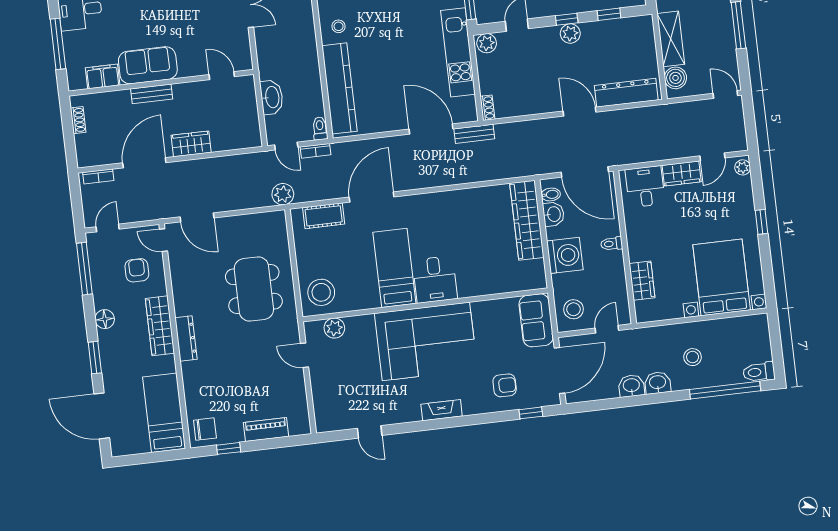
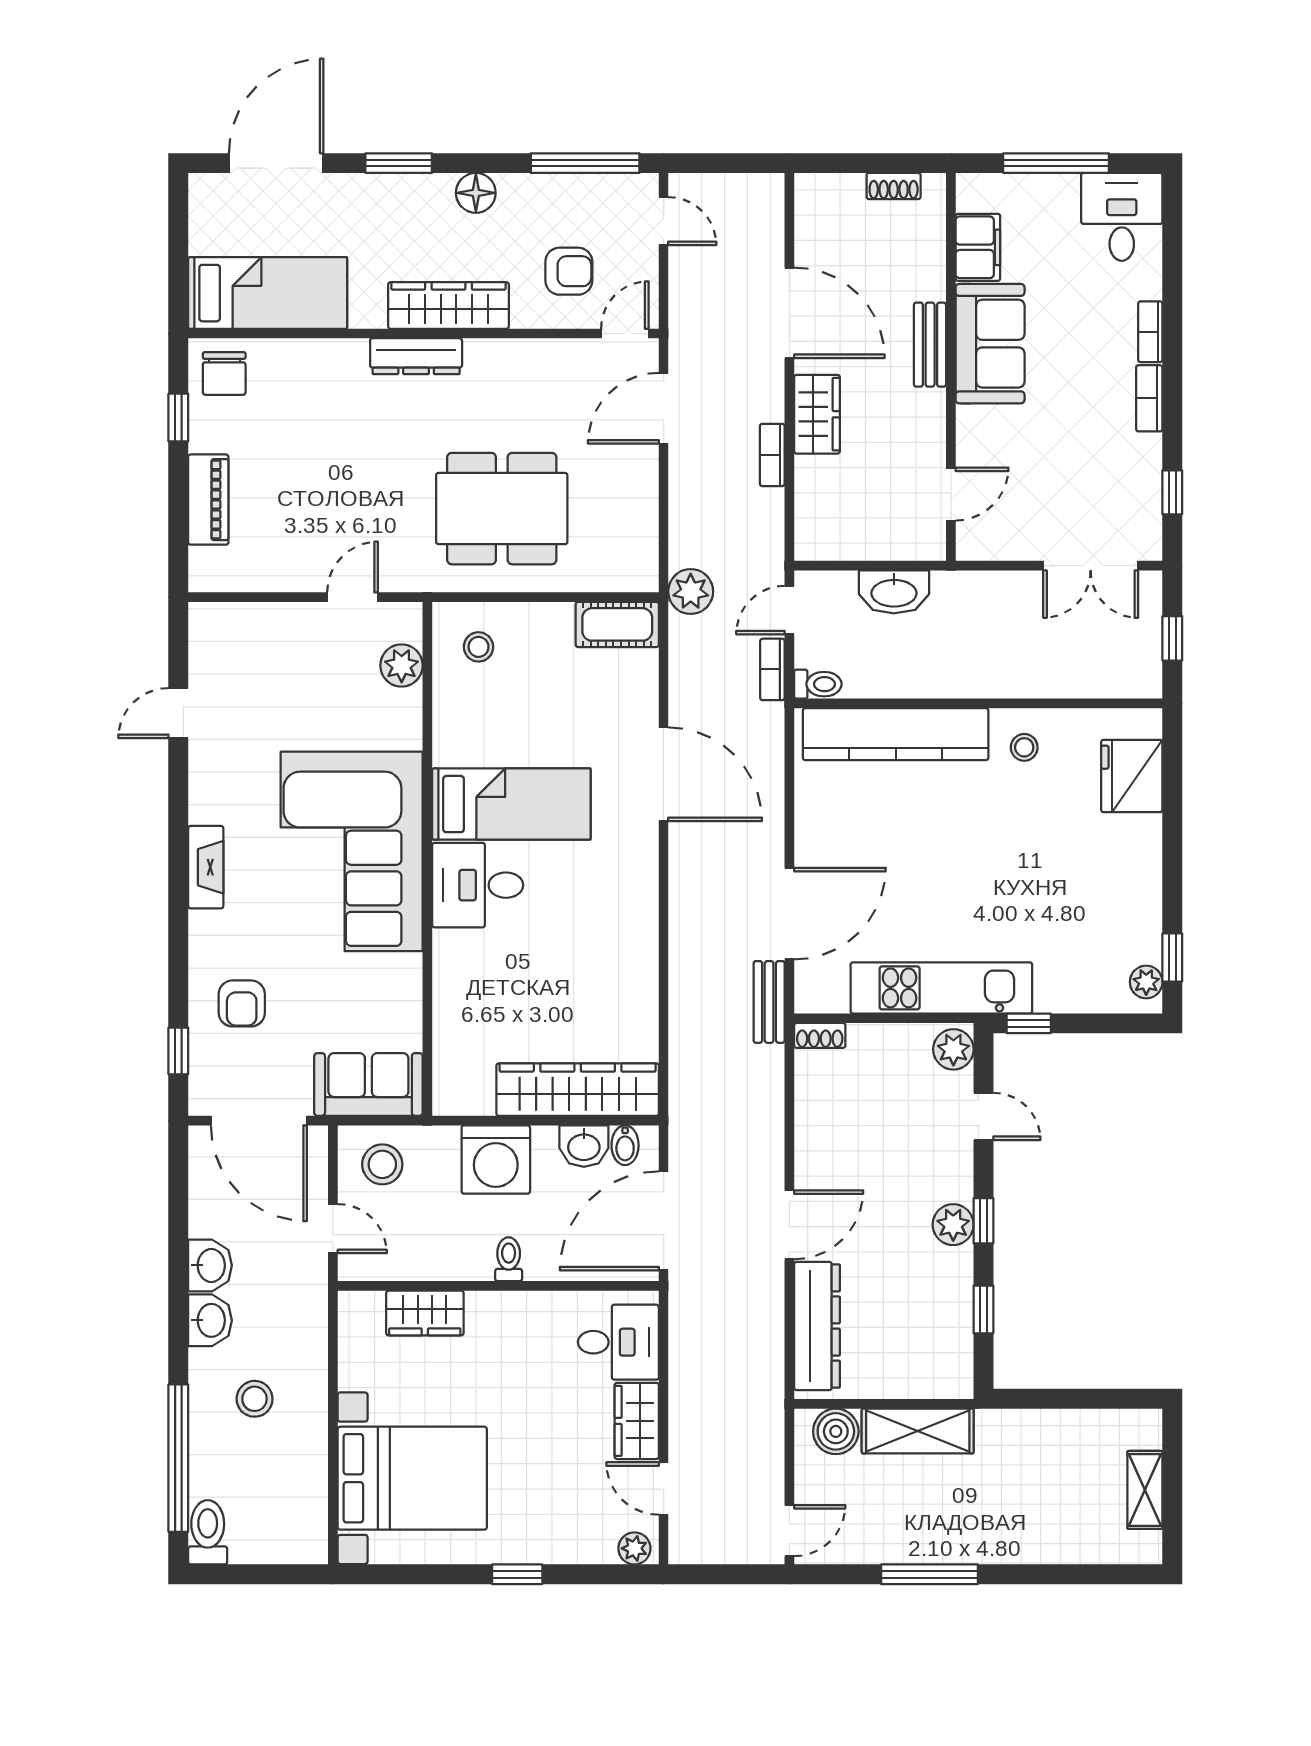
bookcase: (98, 176) -> (772, 455), moved
cot: (324, 216) -> (617, 624), moved, turned 90
stool: (321, 292) -> (479, 647), width x0.53, depth x0.53

